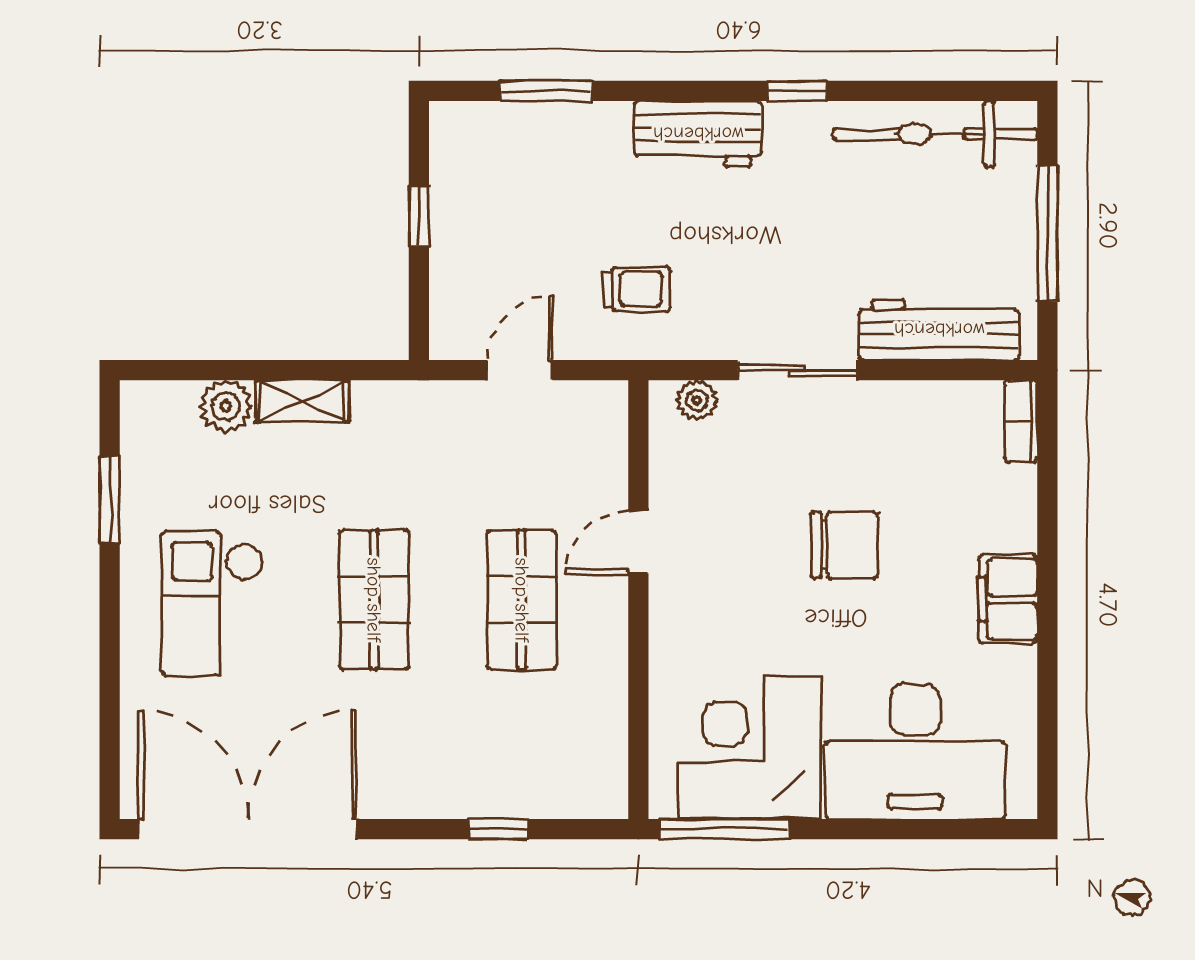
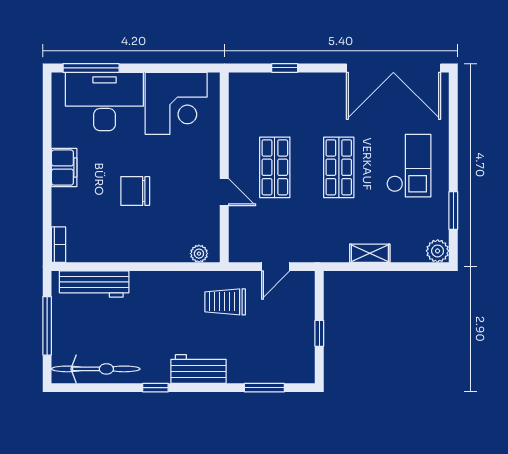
trolley: (636, 289) -> (225, 302), width x1.36, depth x1.39
sliding door: (797, 370) -> (156, 267), removed
plant: (226, 406) -> (438, 251), moved
door: (638, 542) -> (224, 192), hinge flipped
window: (724, 829) -> (91, 68), moved

